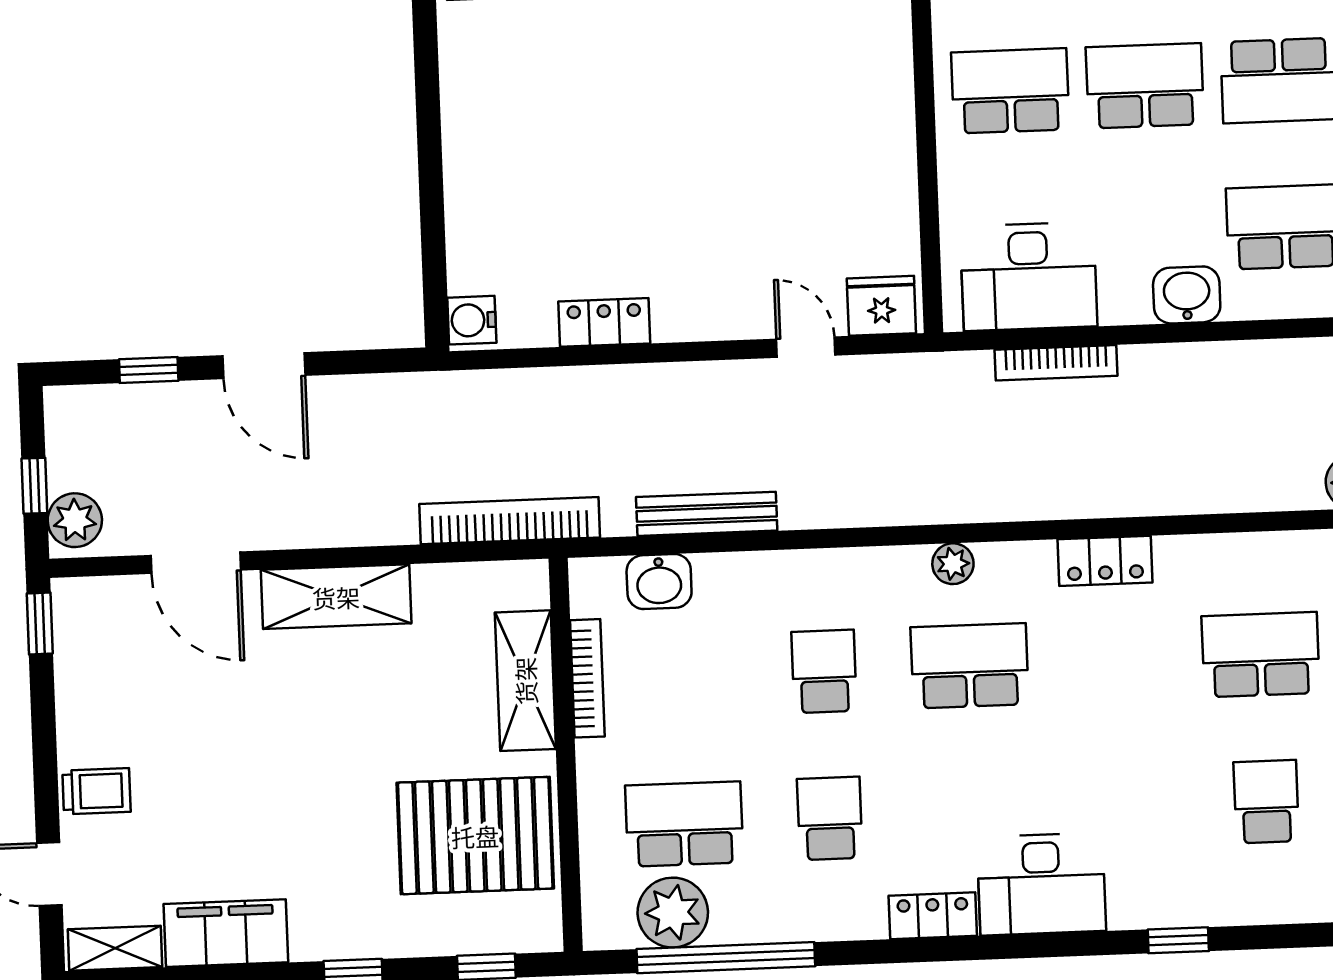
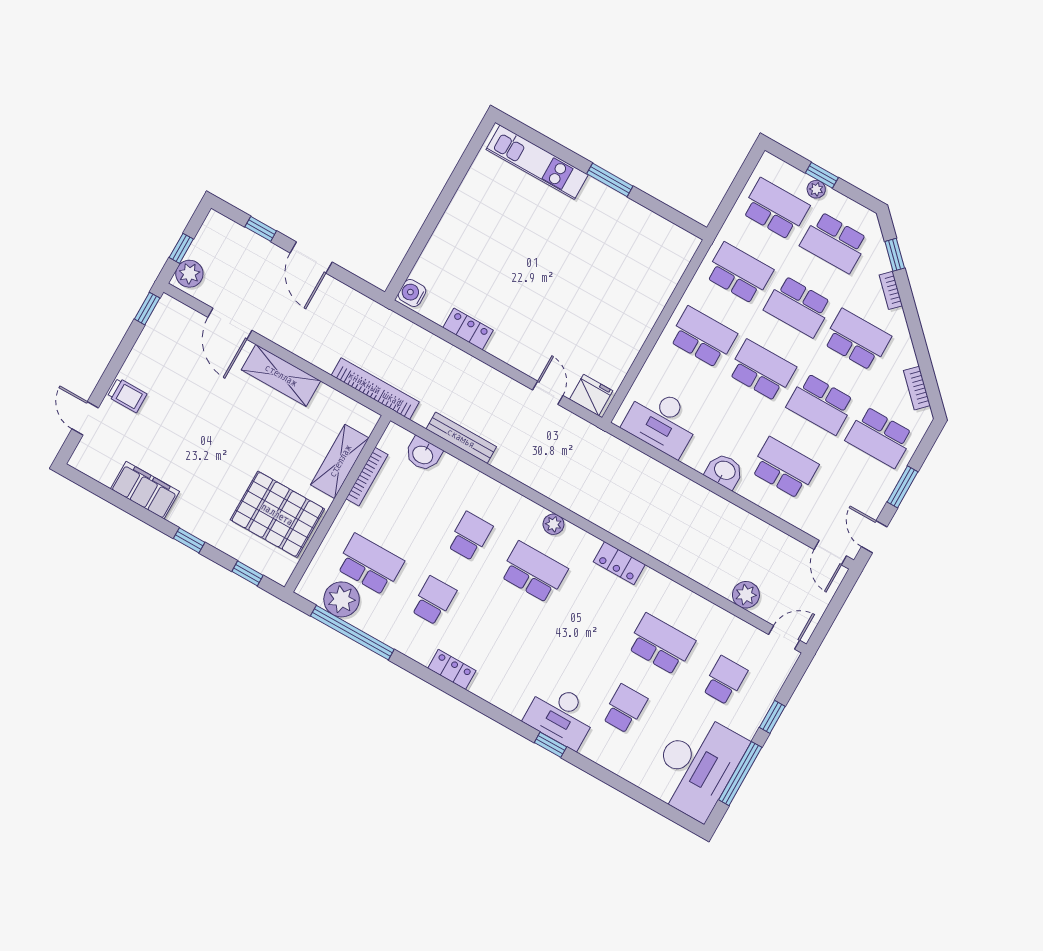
bookcase: (1056, 363) -> (651, 465), removed
desk: (1042, 884) -> (561, 715), moved
shelving: (115, 948) -> (94, 467), removed

